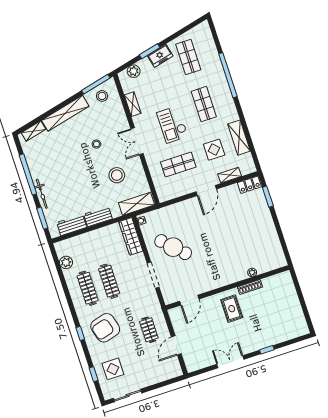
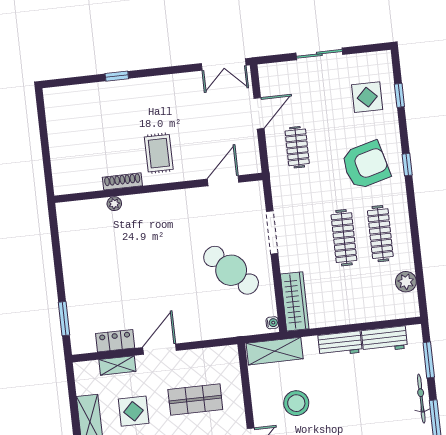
locker: (249, 185) -> (115, 341), moved
double door: (230, 362) -> (224, 64), moved
sliding door: (128, 396) -> (319, 54), moved

